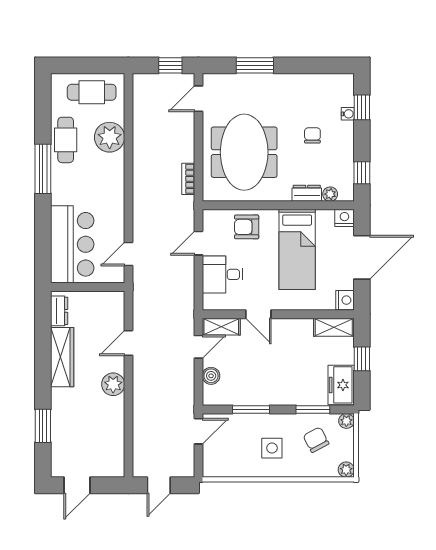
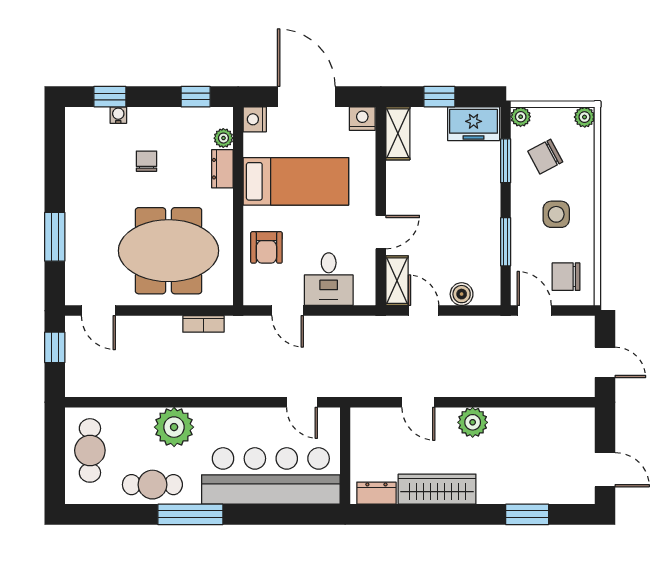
chair: (312, 135) -> (147, 161), turned 90
plant: (110, 137) -> (174, 427), moved
bar counter: (72, 244) -> (271, 476), width x1.36
chair: (224, 456) -> (566, 277), added

